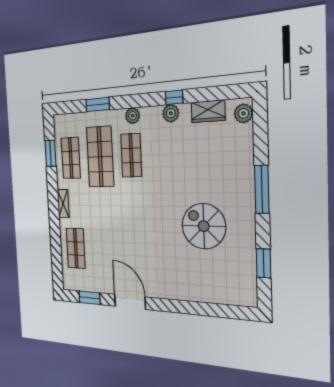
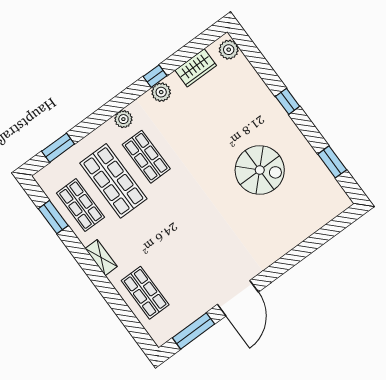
window: (98, 105) -> (58, 148), moved
window: (262, 189) -> (288, 101), width x0.46
spiral stairs: (204, 226) -> (260, 170), turned 180
window: (90, 298) -> (194, 331), width x1.44
door: (130, 302) -> (238, 298), swing flipped

